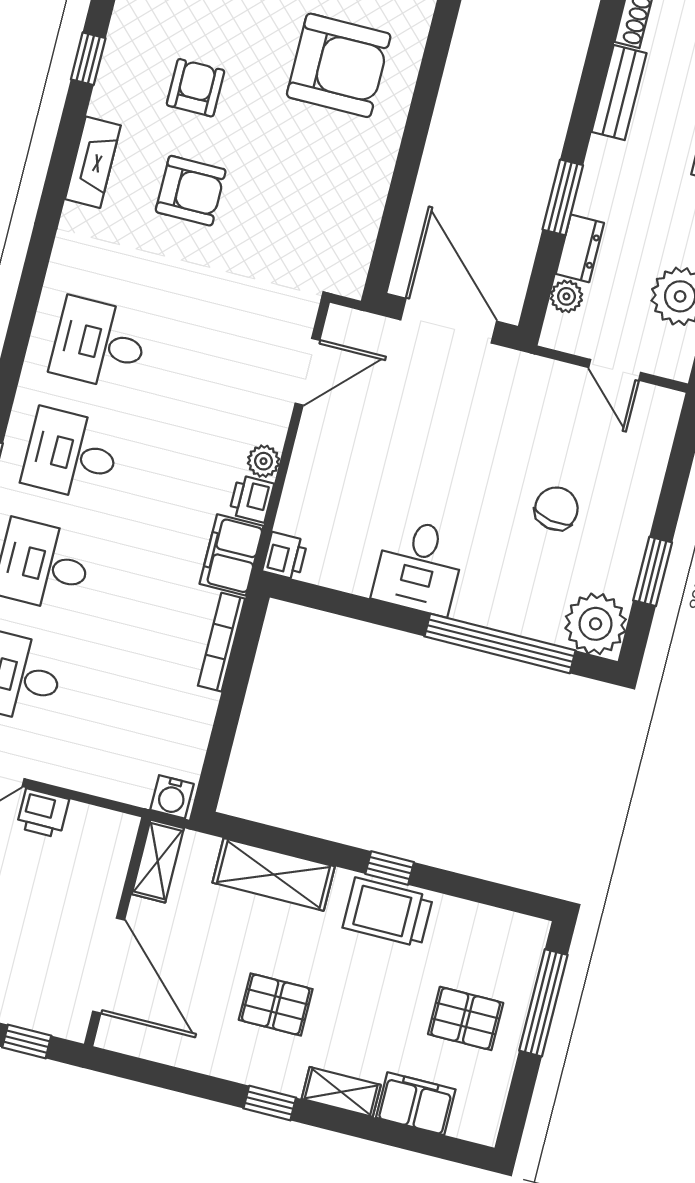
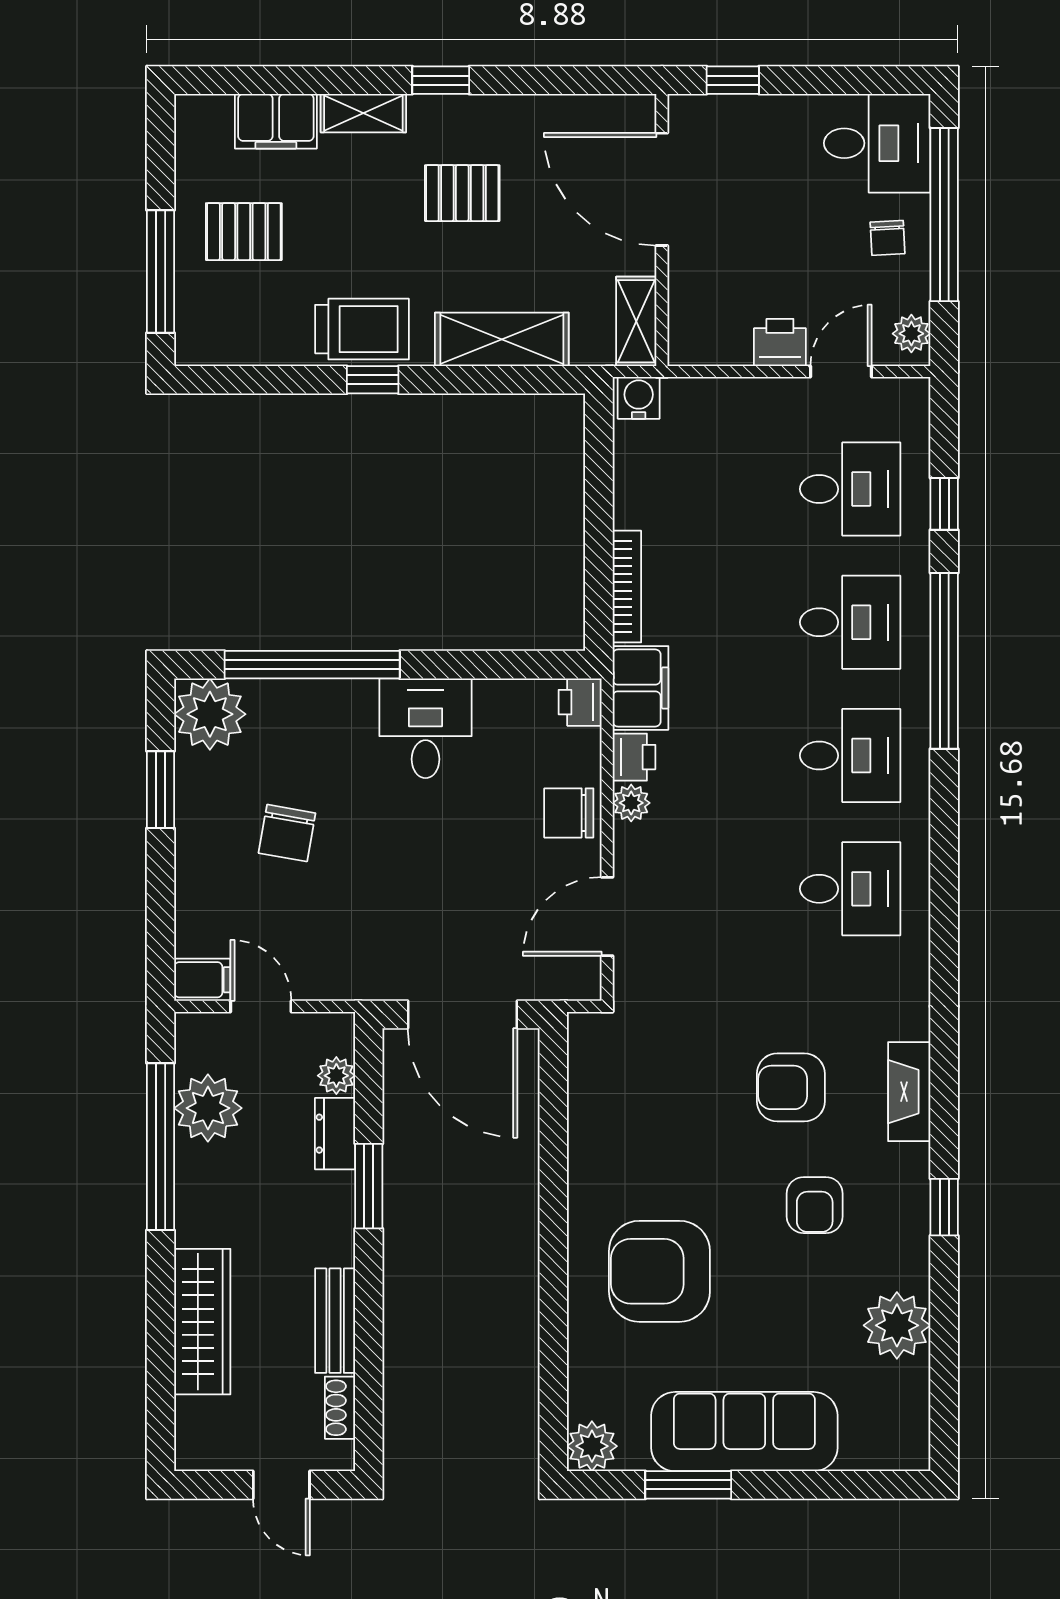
filing cabinet: (658, 404) -> (202, 980), added
chair: (318, 466) -> (569, 813), added

